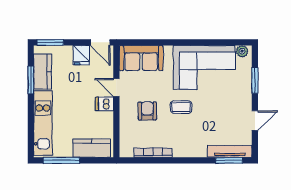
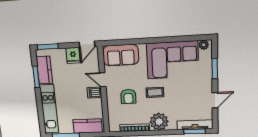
door: (100, 42) -> (87, 44), hinge flipped
armchair: (147, 111) -> (128, 97), turned 180
plant: (185, 146) -> (159, 122), added

